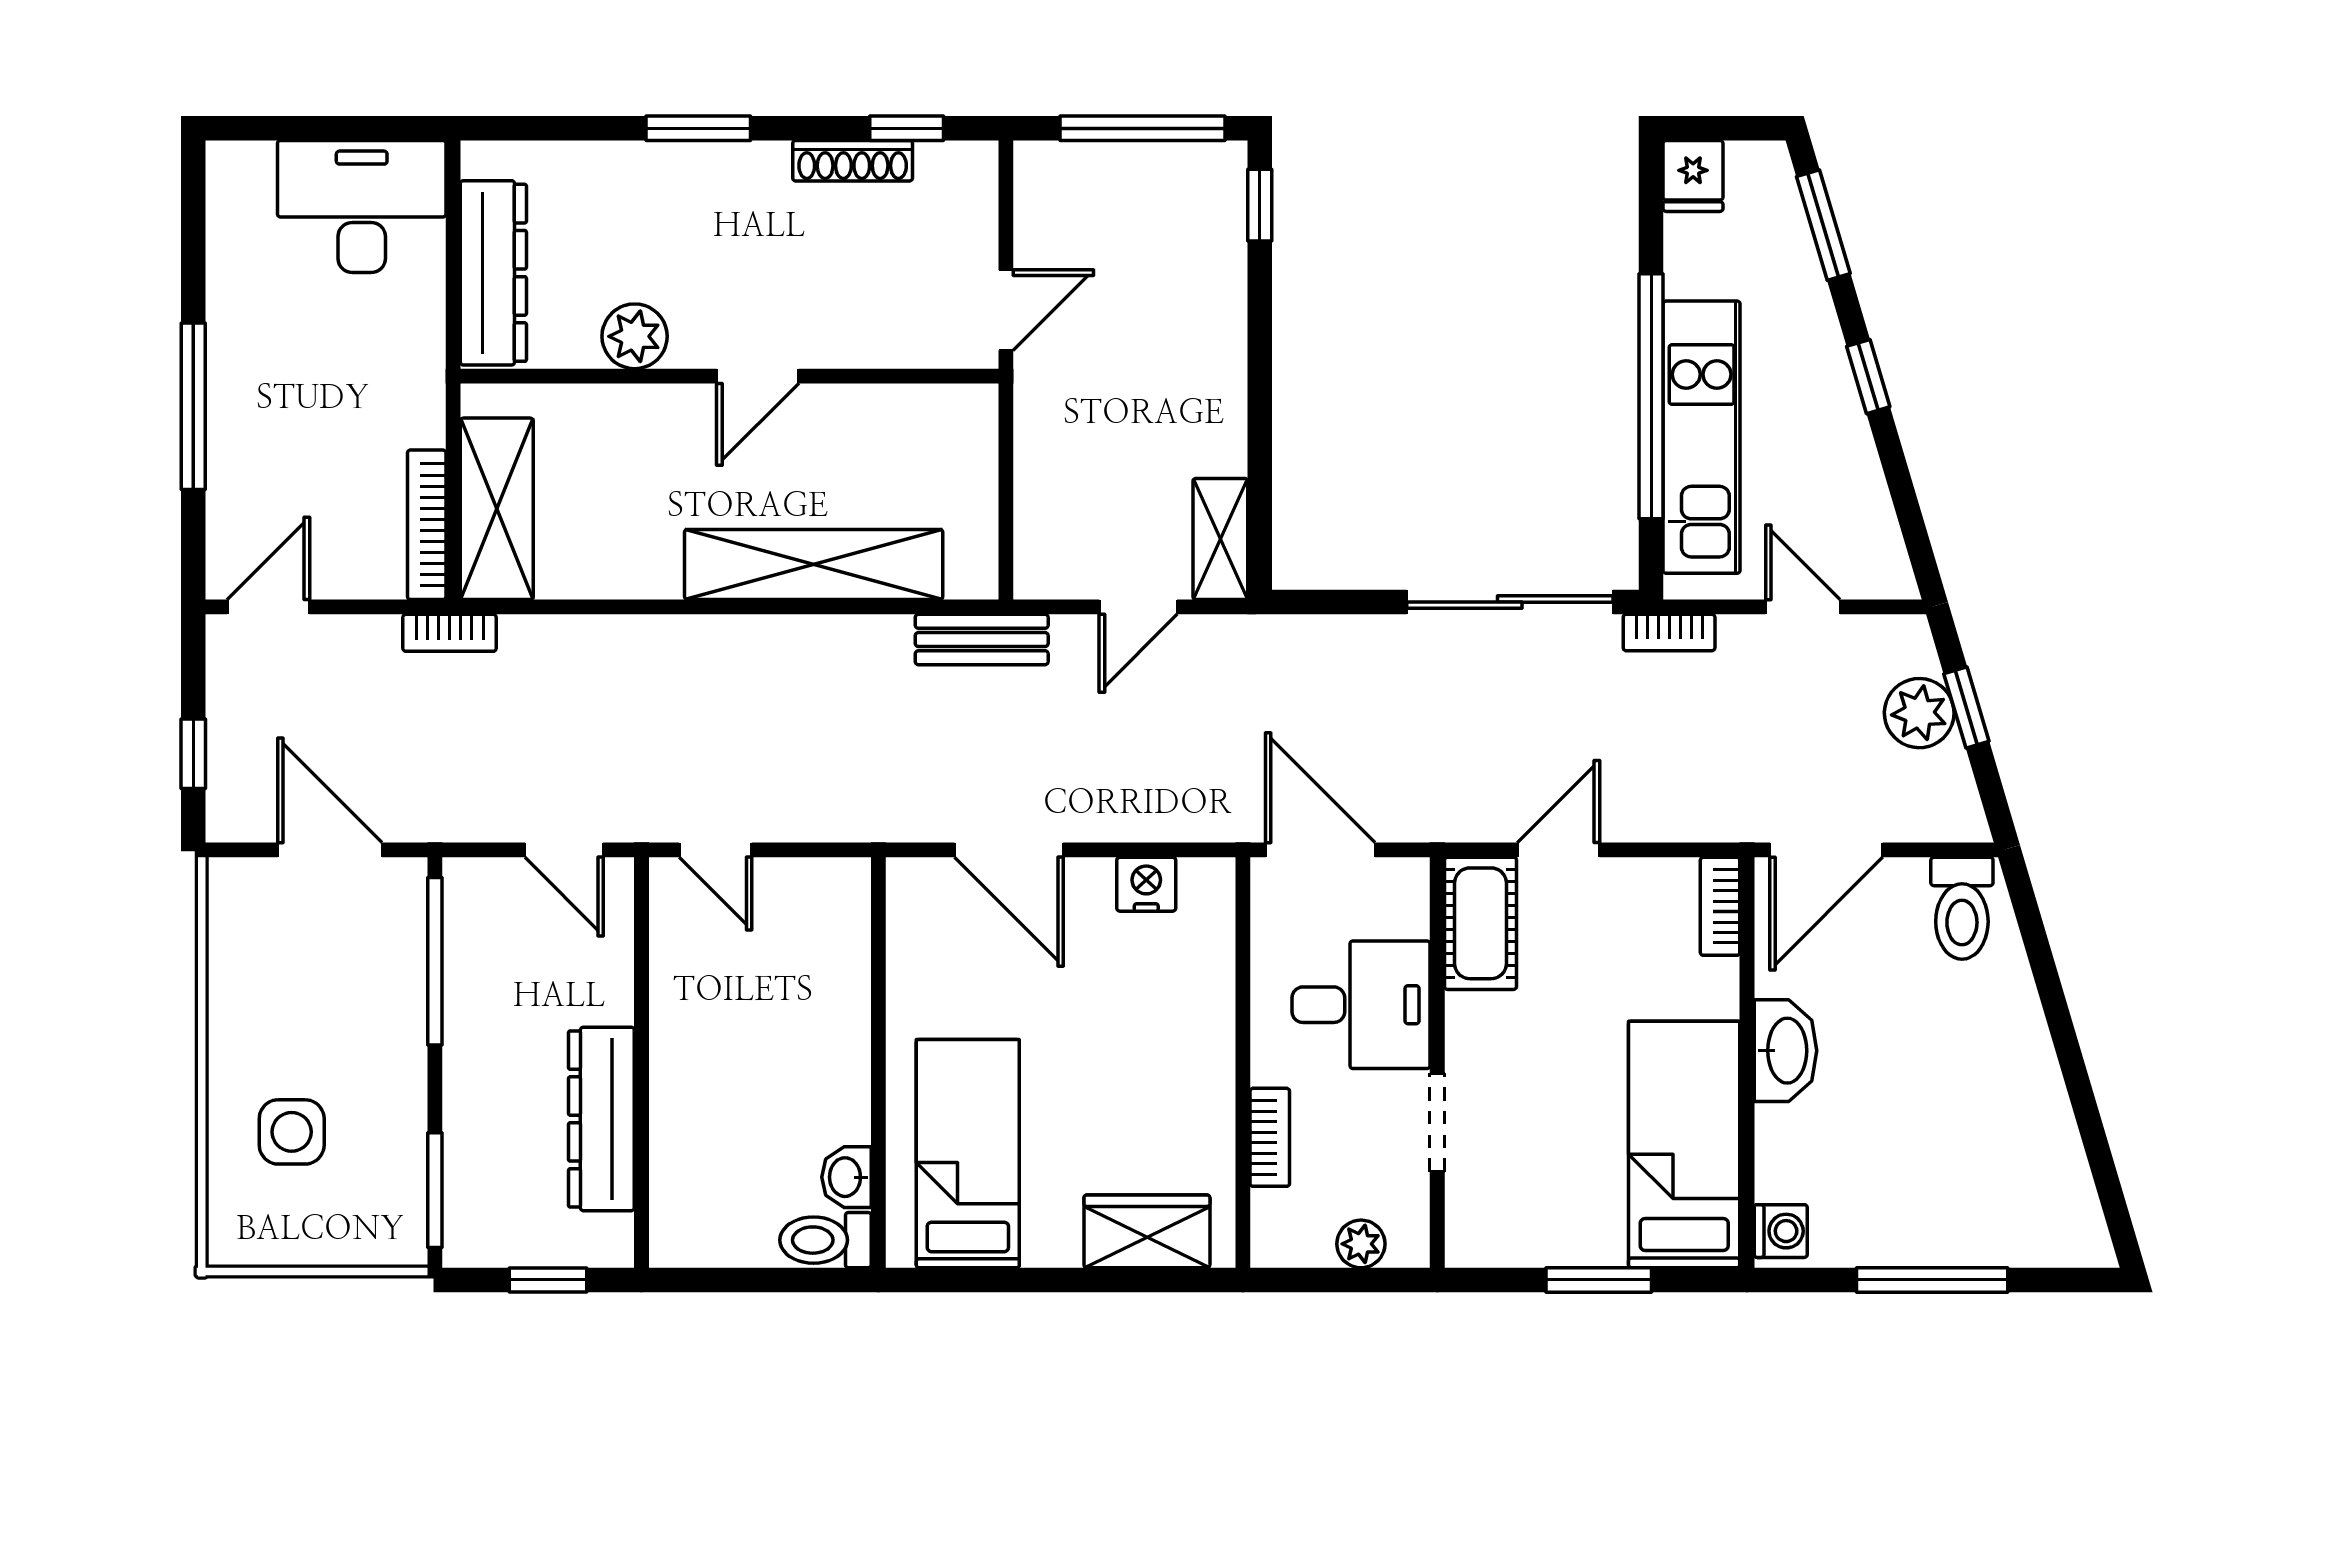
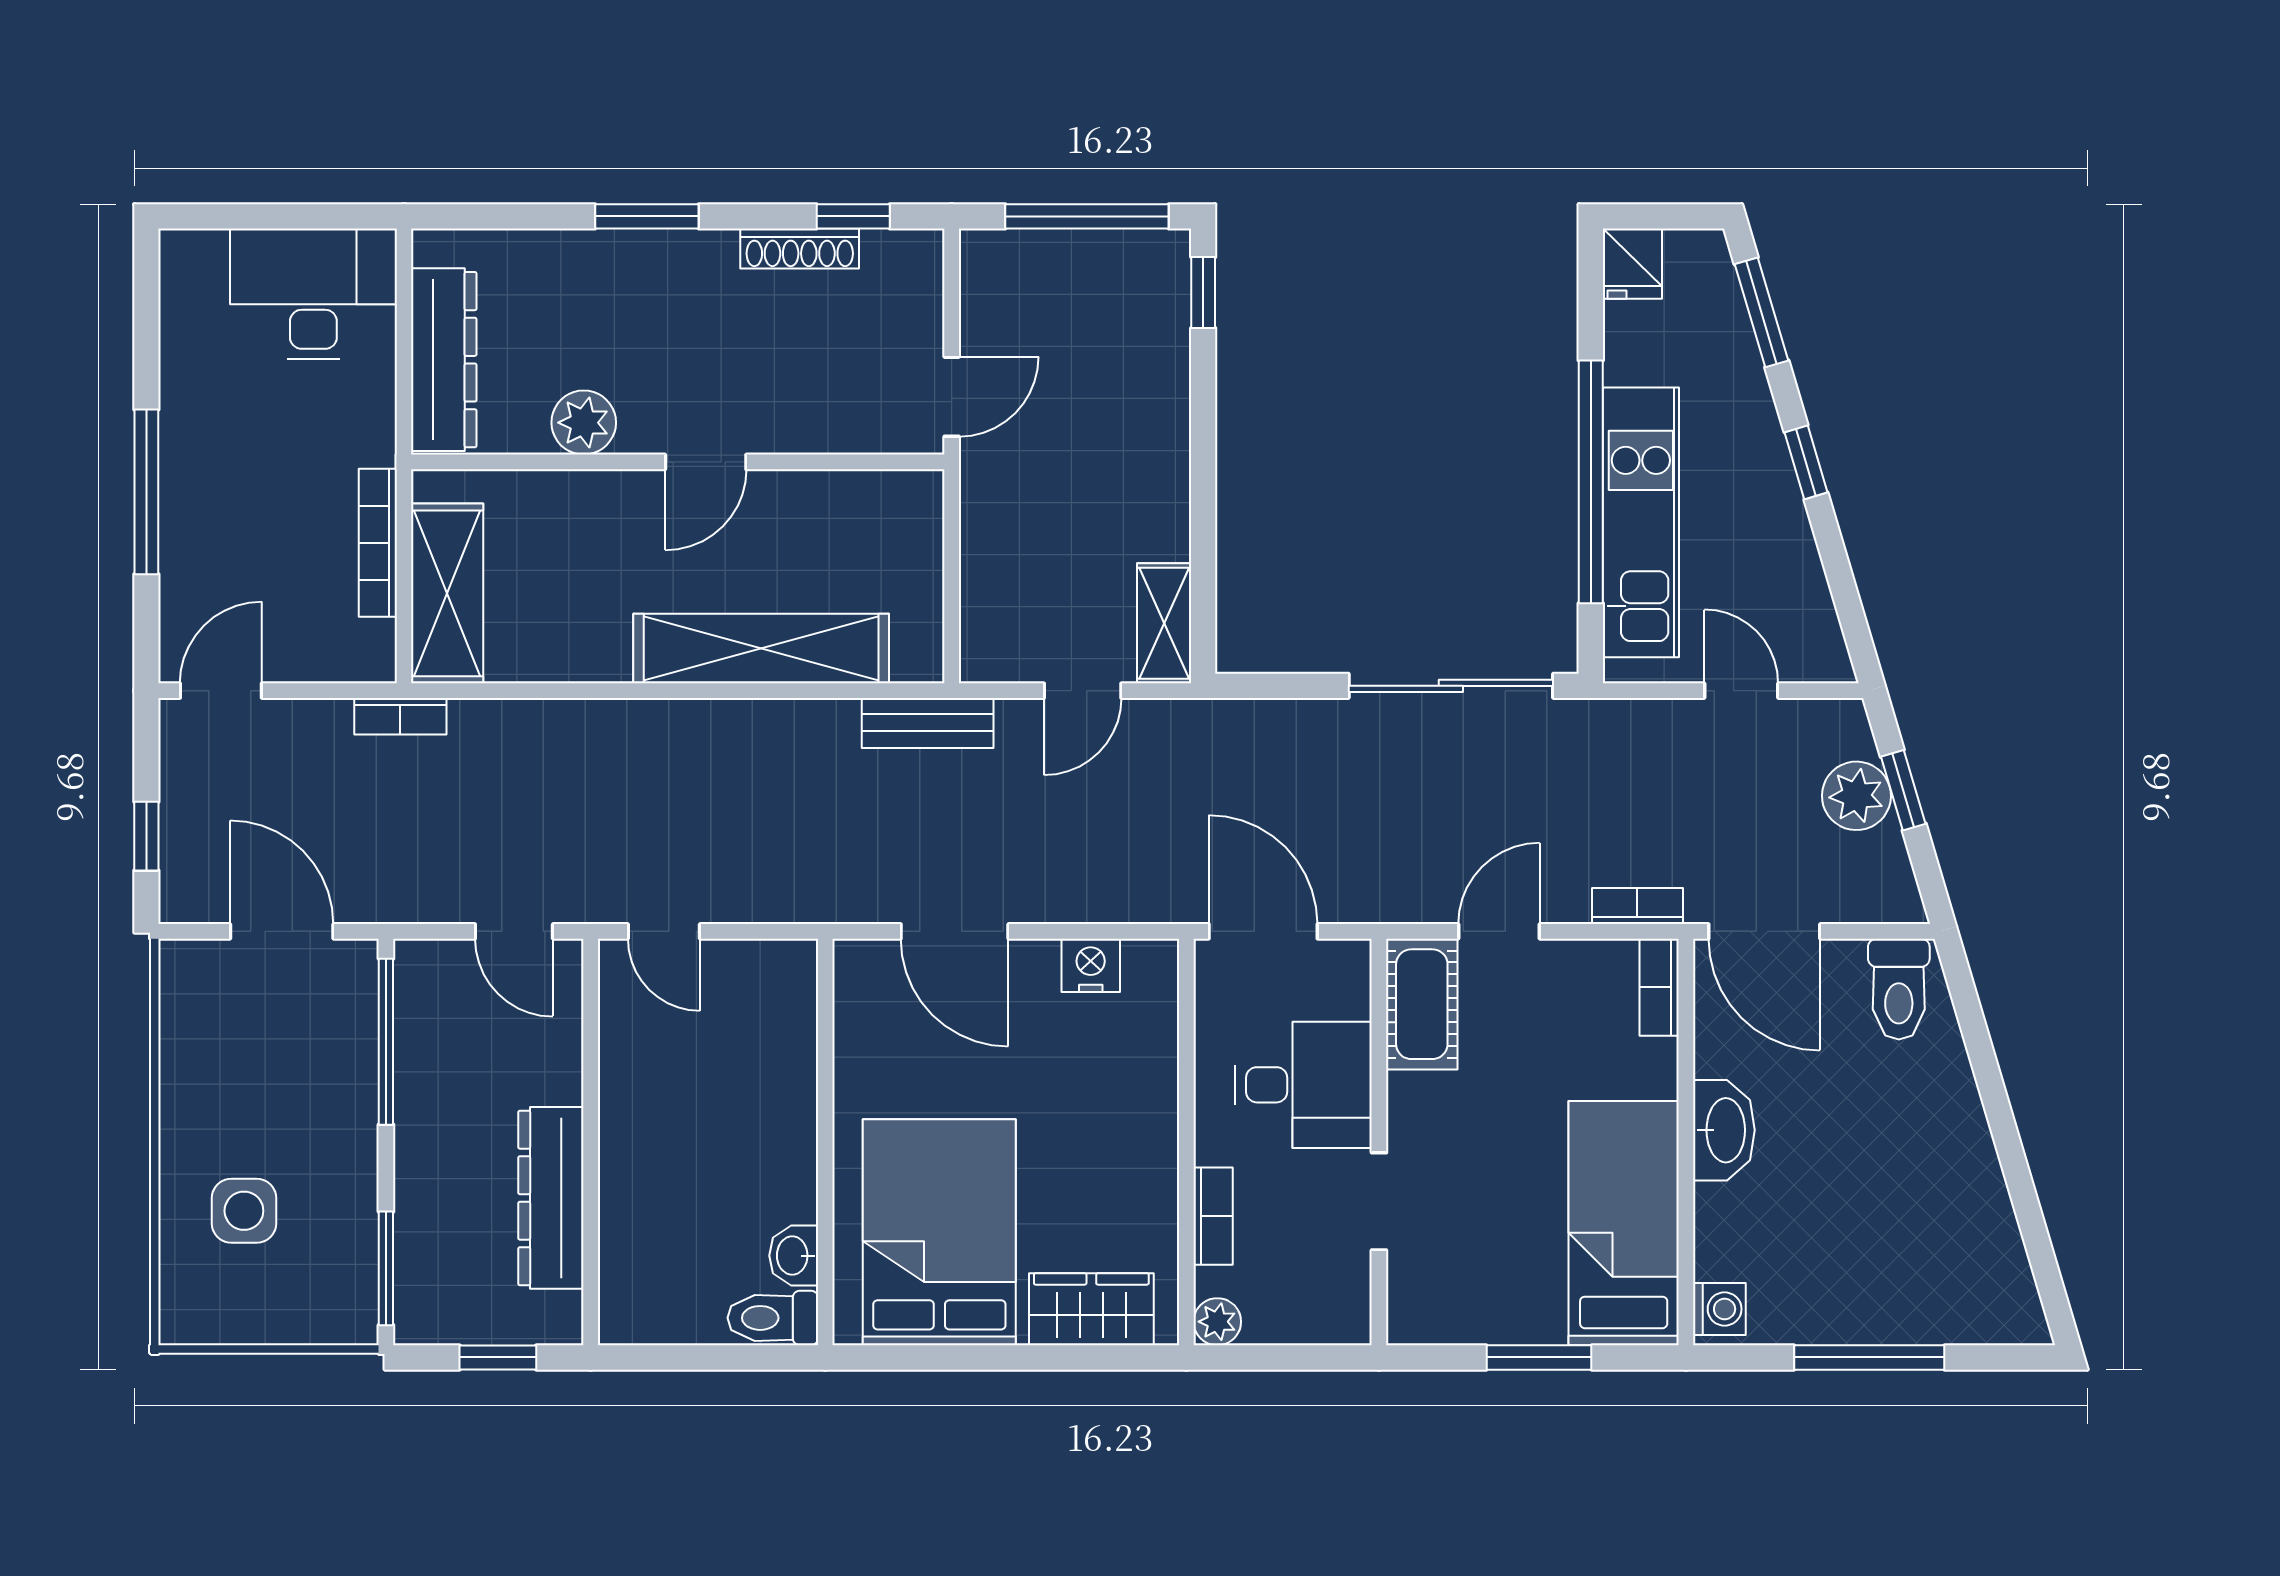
bookcase: (427, 525) -> (378, 543), moved
bookcase: (1669, 633) -> (1637, 906), moved, turned 180
door: (1826, 850) -> (1764, 931), hinge flipped
bed: (968, 1154) -> (939, 1232), width x1.50
plant: (1361, 1244) -> (1217, 1322), moved

